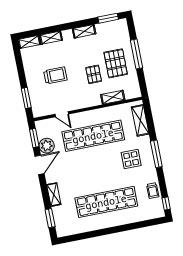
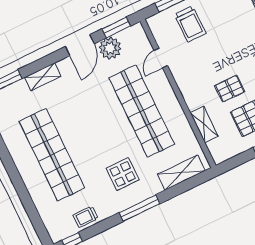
trolley: (55, 75) -> (190, 24), moved
door: (40, 165) -> (80, 45), hinge flipped

